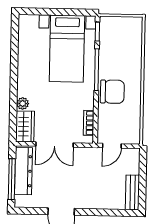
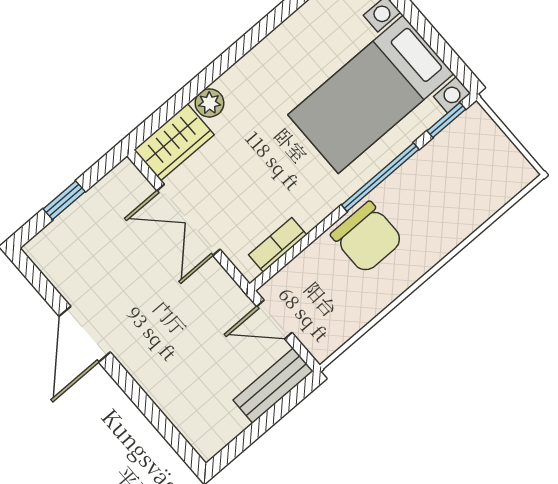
dresser: (23, 171) -> (96, 208), removed
window: (12, 179) -> (64, 200), width x0.46
bench: (132, 192) -> (273, 386), moved

